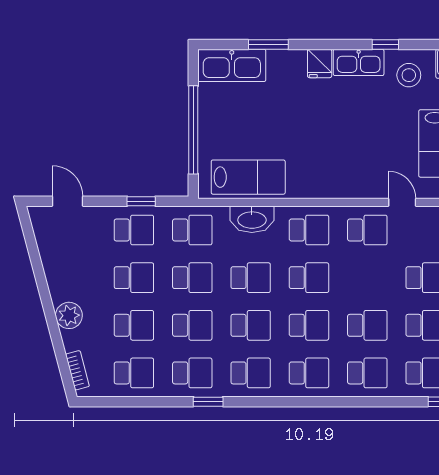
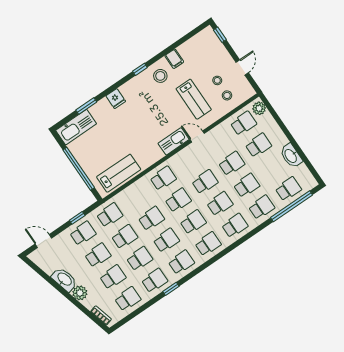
kitchen sink: (359, 62) -> (174, 141), moved, turned 180
washbasin: (252, 219) -> (64, 279), moved, turned -105
school desk: (367, 230) -> (205, 182), moved

